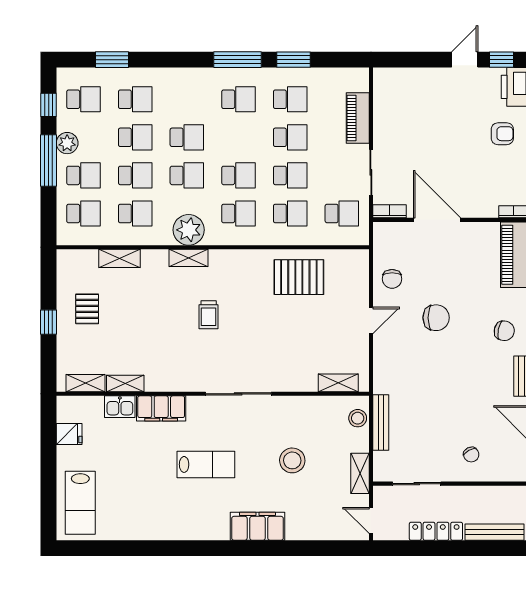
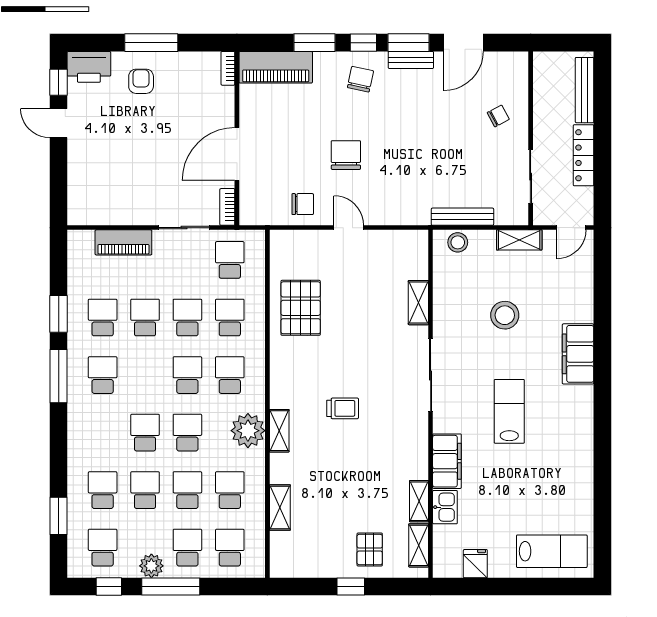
pallet: (87, 309) -> (370, 550), moved, turned 90
shelving: (338, 383) -> (418, 303), moved

